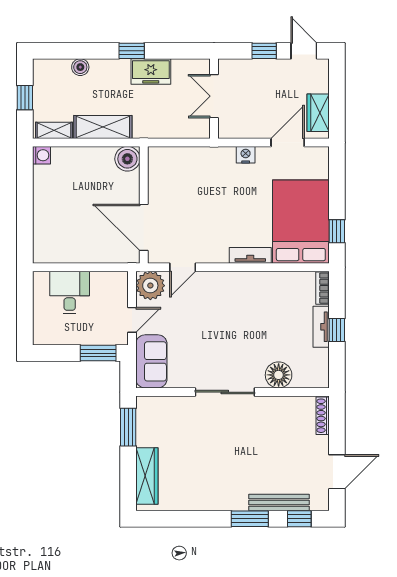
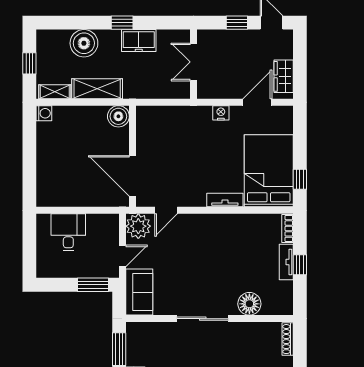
boiler: (80, 67) -> (84, 43), width x1.86, depth x1.86

